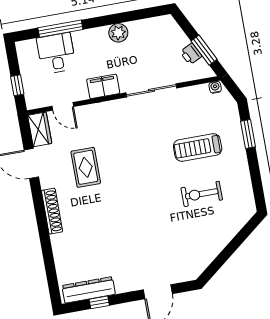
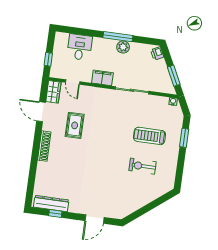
window: (60, 29) -> (118, 37), moved
printer: (191, 54) -> (157, 53), moved

